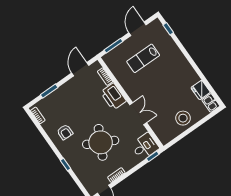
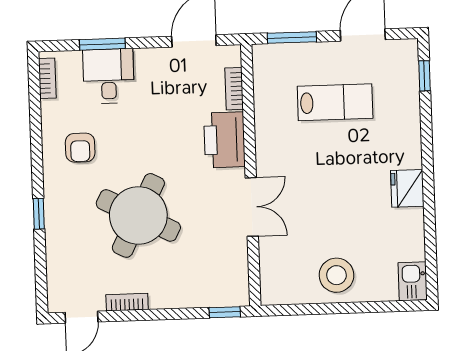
lab bench: (143, 58) -> (335, 102), turned 180
fridge: (201, 90) -> (407, 188), moved
desk: (145, 146) -> (109, 76), moved, turned -90

